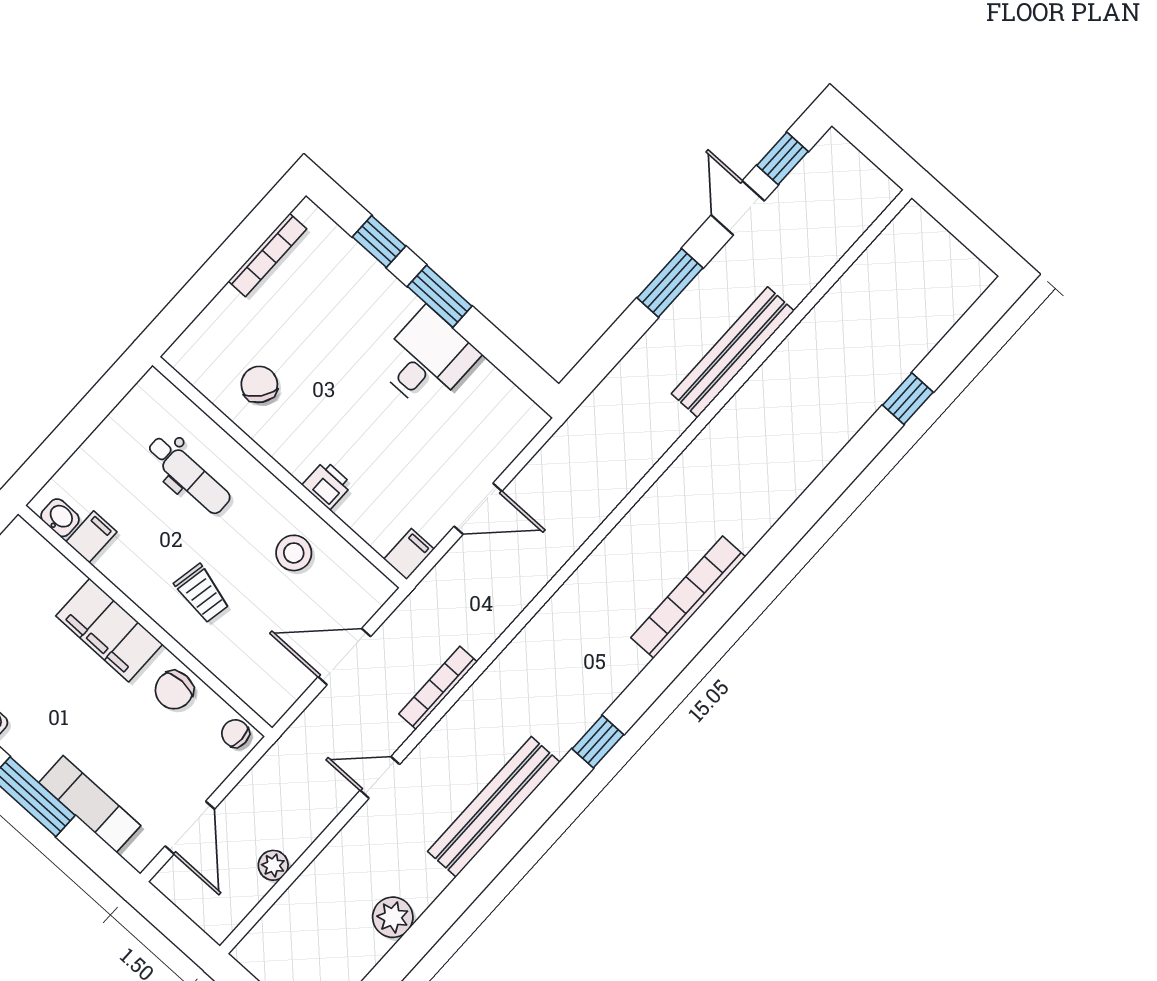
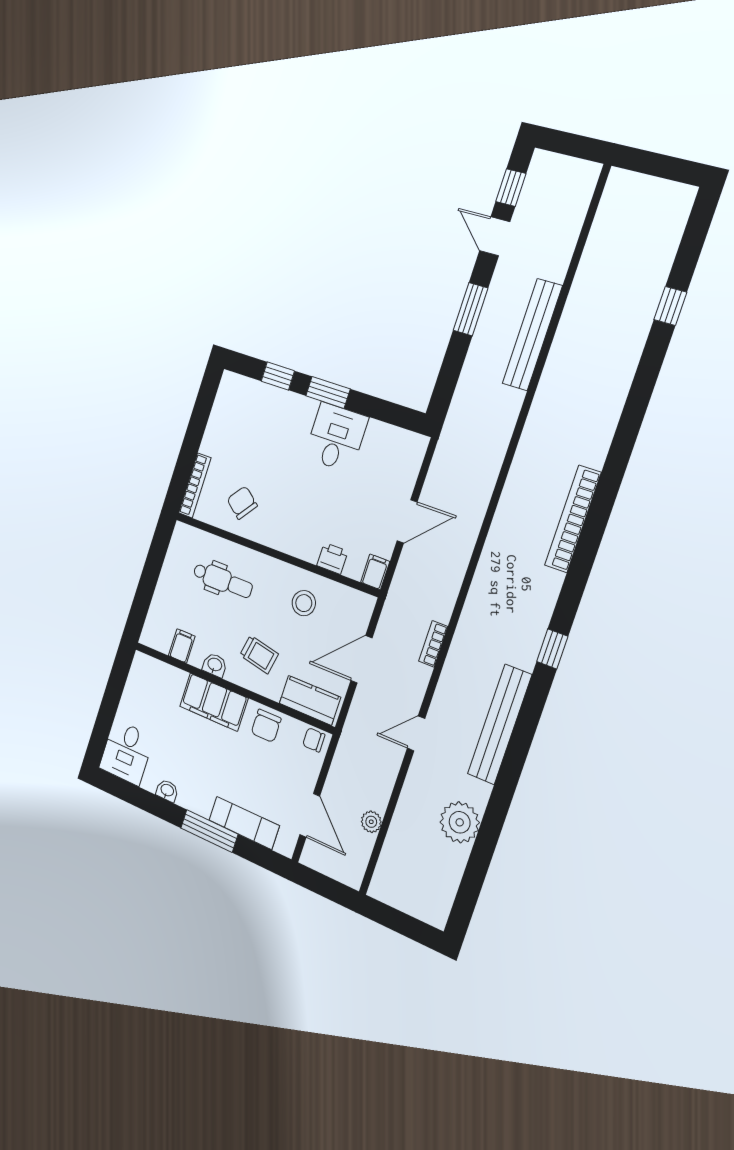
bookcase: (267, 255) -> (195, 485), moved
printer: (327, 485) -> (332, 558), moved
washbasin: (60, 518) -> (215, 665), moved
kitchen counter: (251, 681) -> (310, 700), added
bookcase: (438, 688) -> (433, 644), width x0.64
plant: (393, 917) -> (460, 822), width x1.36, depth x1.36

